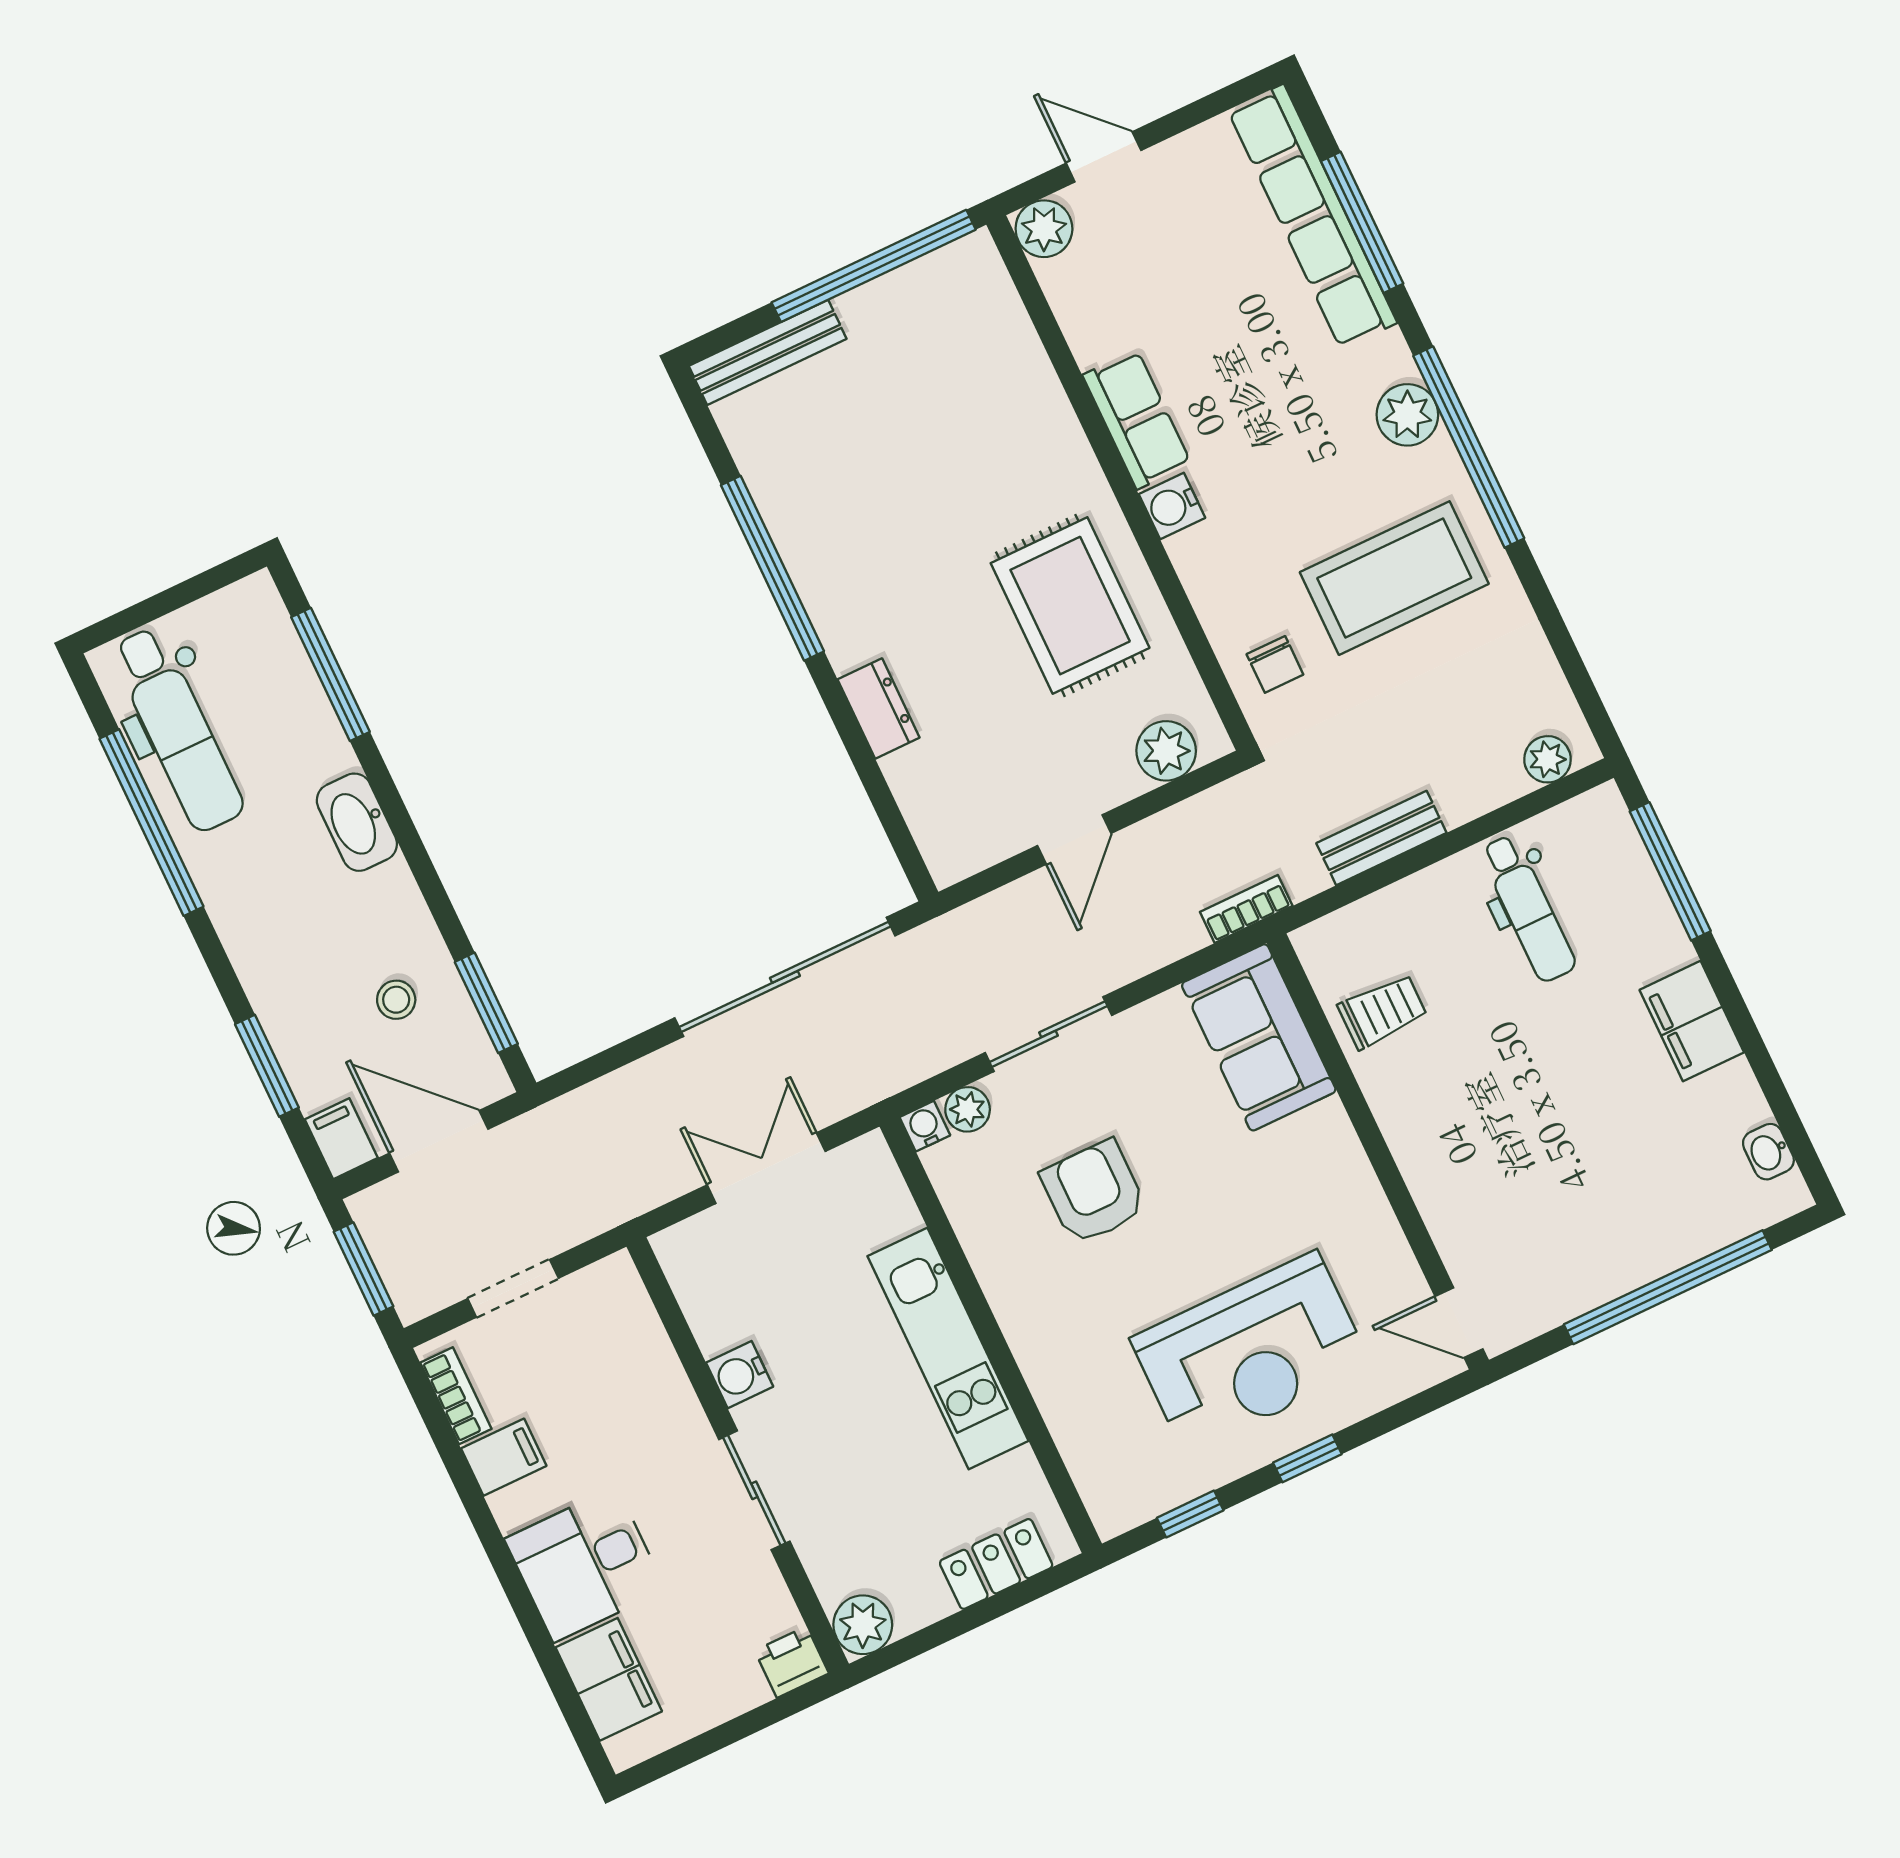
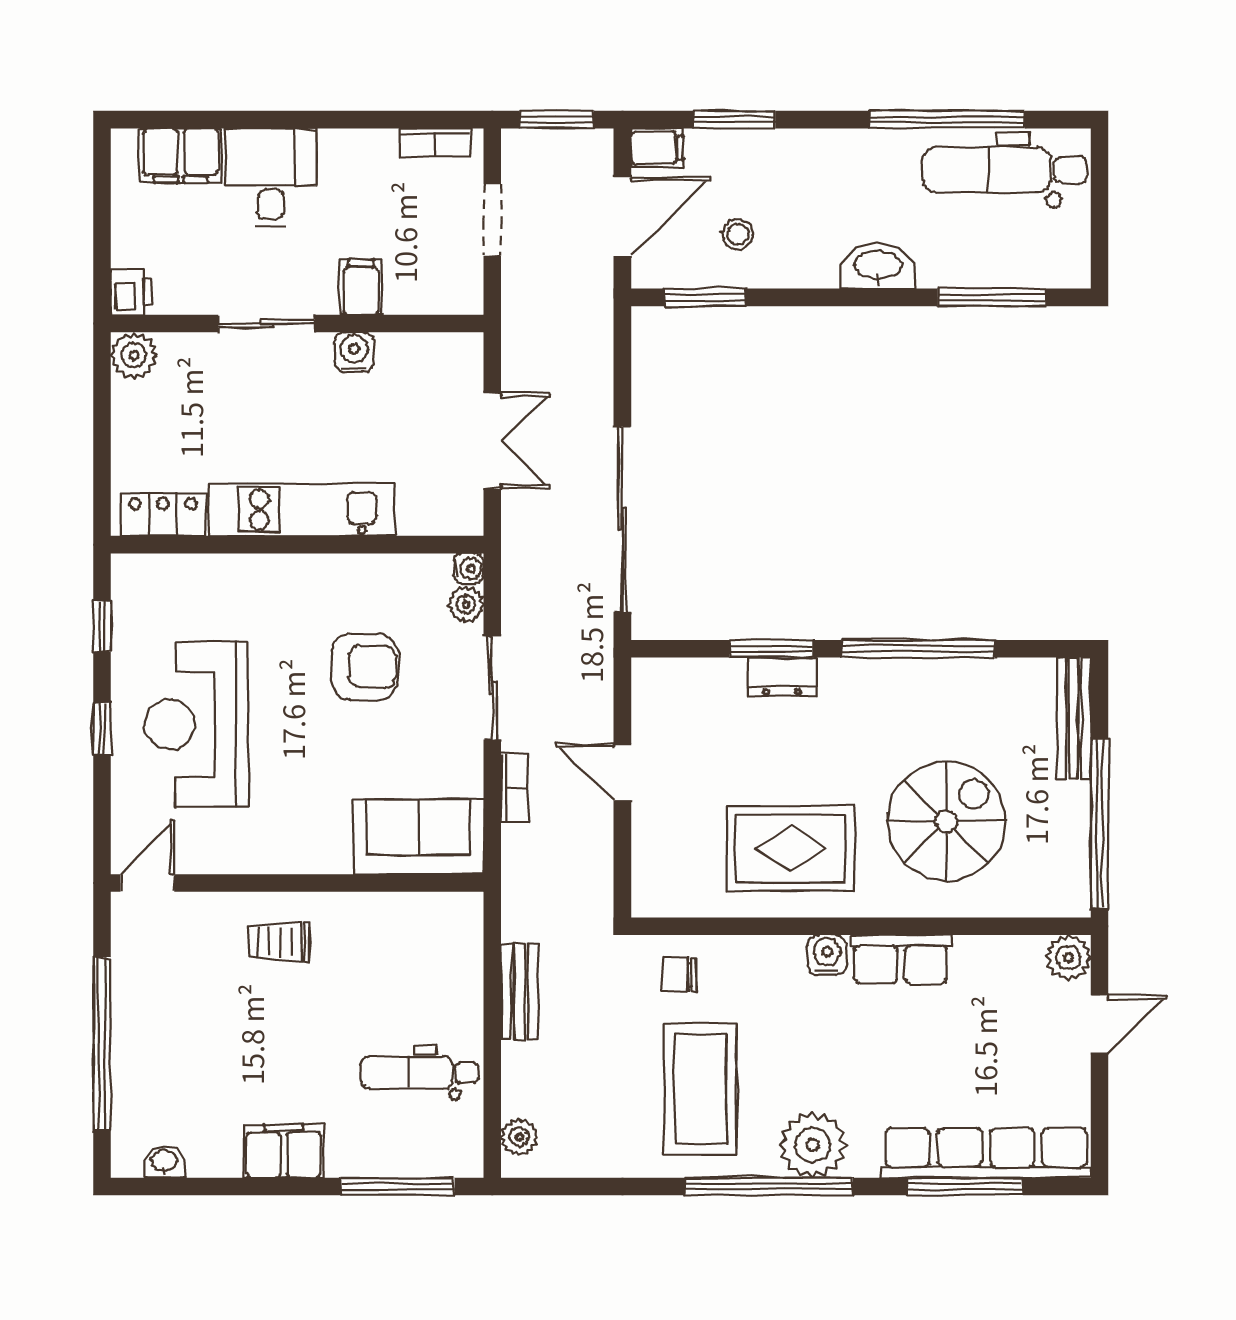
plant: (1407, 415) -> (813, 1145), width x1.36, depth x1.36
spiral stairs: (954, 442) -> (946, 821), added
window: (852, 736) -> (771, 649), added
plant: (1166, 751) -> (655, 868), removed
bookcase: (1246, 909) -> (515, 788), moved
trolley: (1382, 1011) -> (279, 942), moved, turned 90
filing cabinet: (504, 1457) -> (361, 287), moved, turned 180
locker: (996, 1564) -> (163, 515), moved, turned -90

